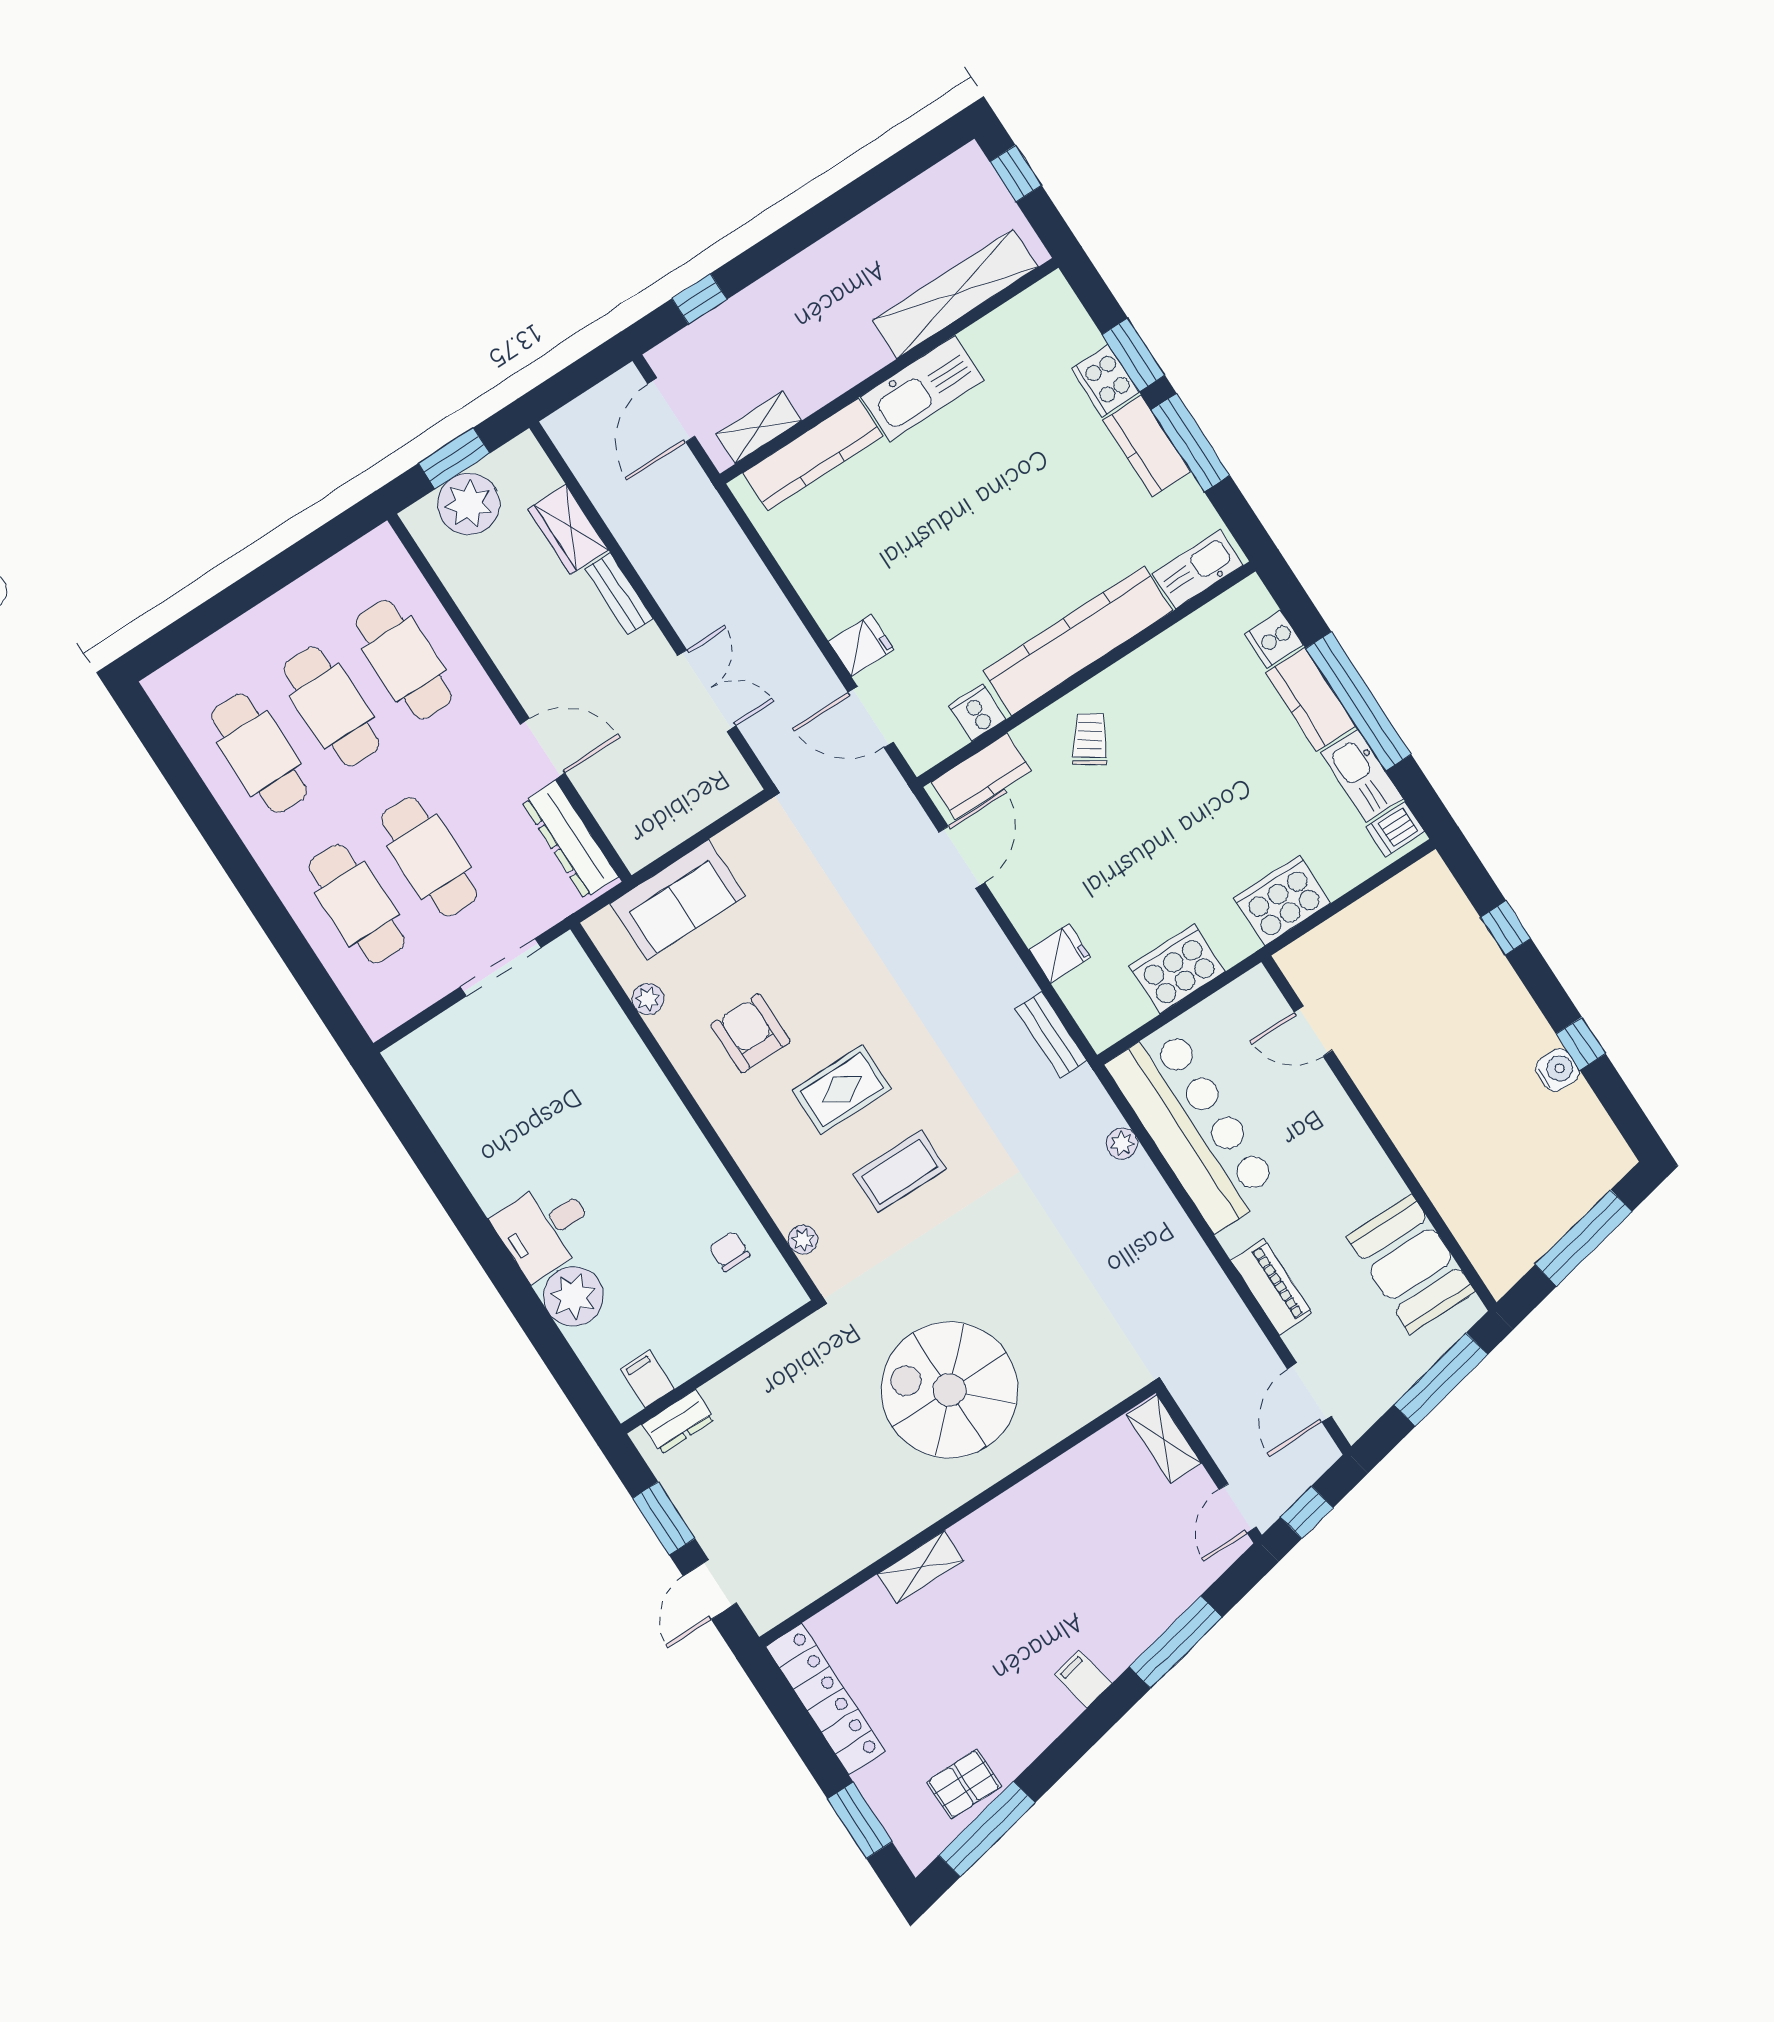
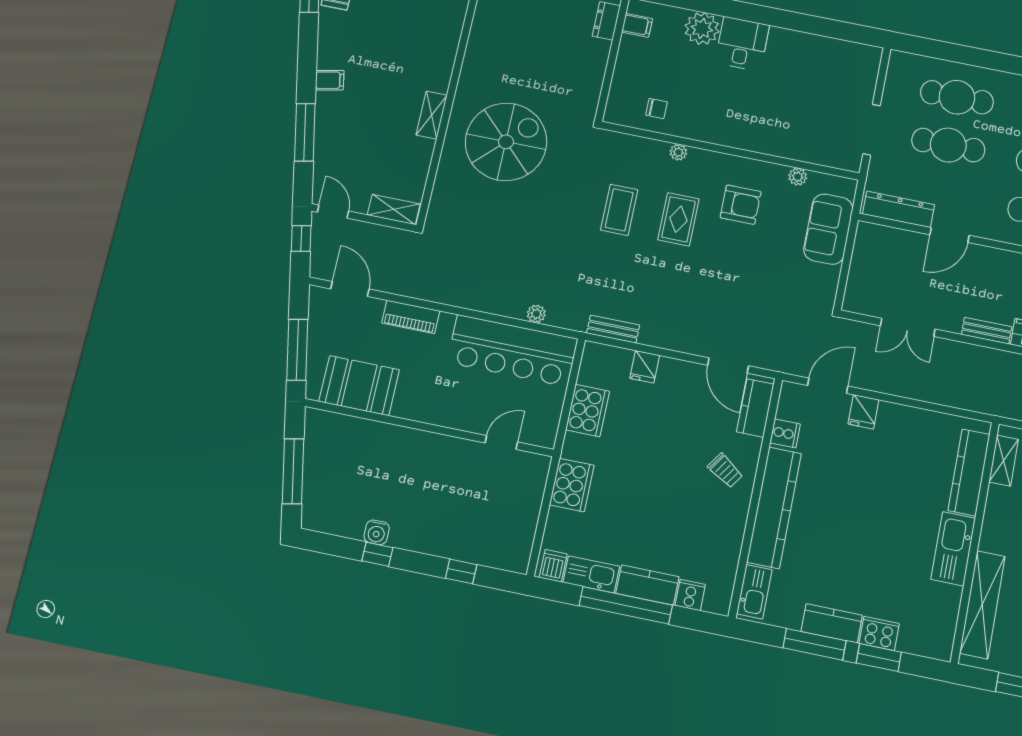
plant: (803, 1240) -> (678, 152), moved
shelving: (921, 1567) -> (432, 115), moved

